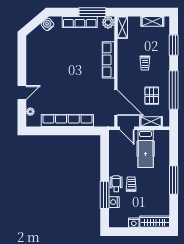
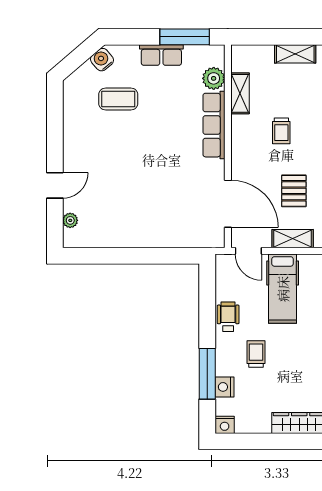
row of seats: (80, 22) -> (161, 55), width x0.68
plant: (108, 22) -> (214, 78), moved
shelving: (122, 27) -> (240, 93), moved
coffee table: (56, 46) -> (118, 99), added
row of seats: (67, 120) -> (139, 237), removed
wheelchair: (116, 184) -> (228, 317), moved
nightstand: (134, 223) -> (225, 425), moved

